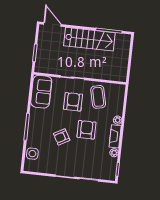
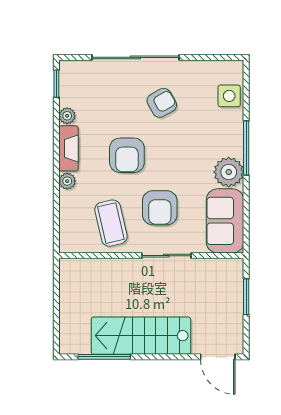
plant: (37, 116) -> (229, 172), added
armchair: (62, 137) -> (162, 103), moved

